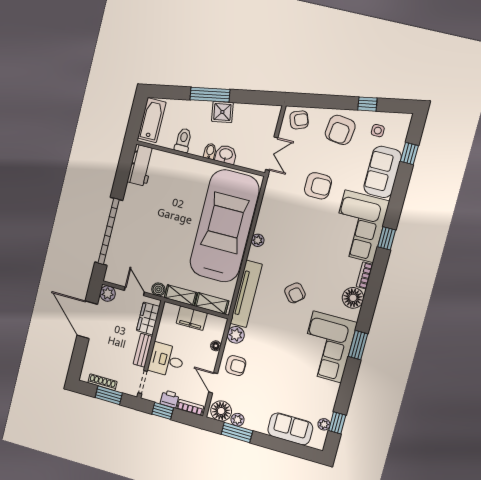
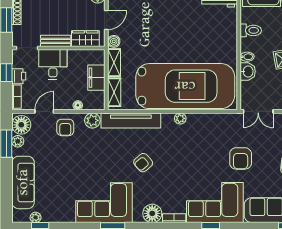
sofa: (290, 429) -> (23, 182), width x1.36

